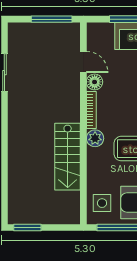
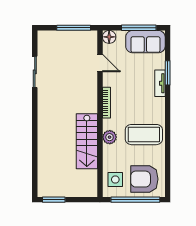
floor lamp: (95, 82) -> (109, 37), moved
plant: (95, 138) -> (110, 137), moved

